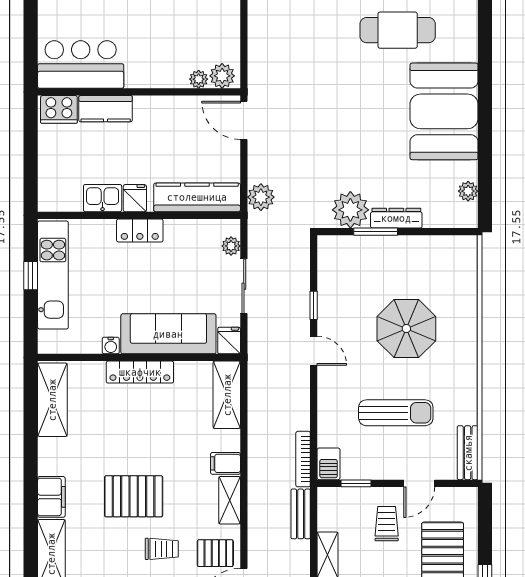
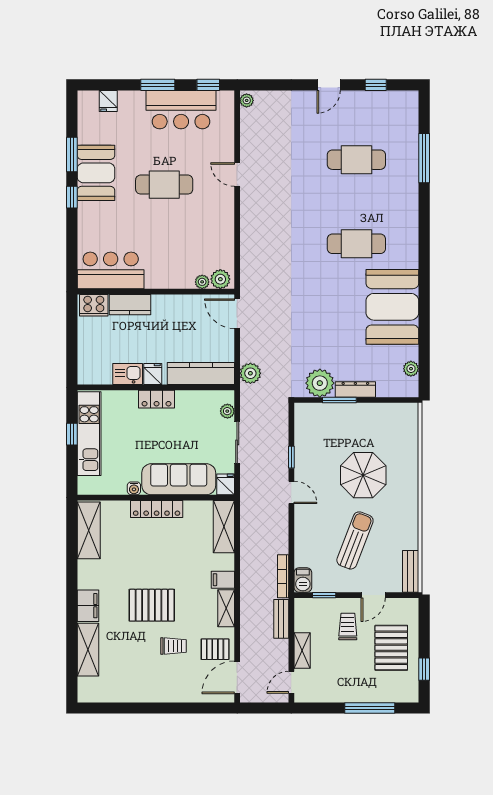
sun lounger: (396, 413) -> (355, 540), turned -69

